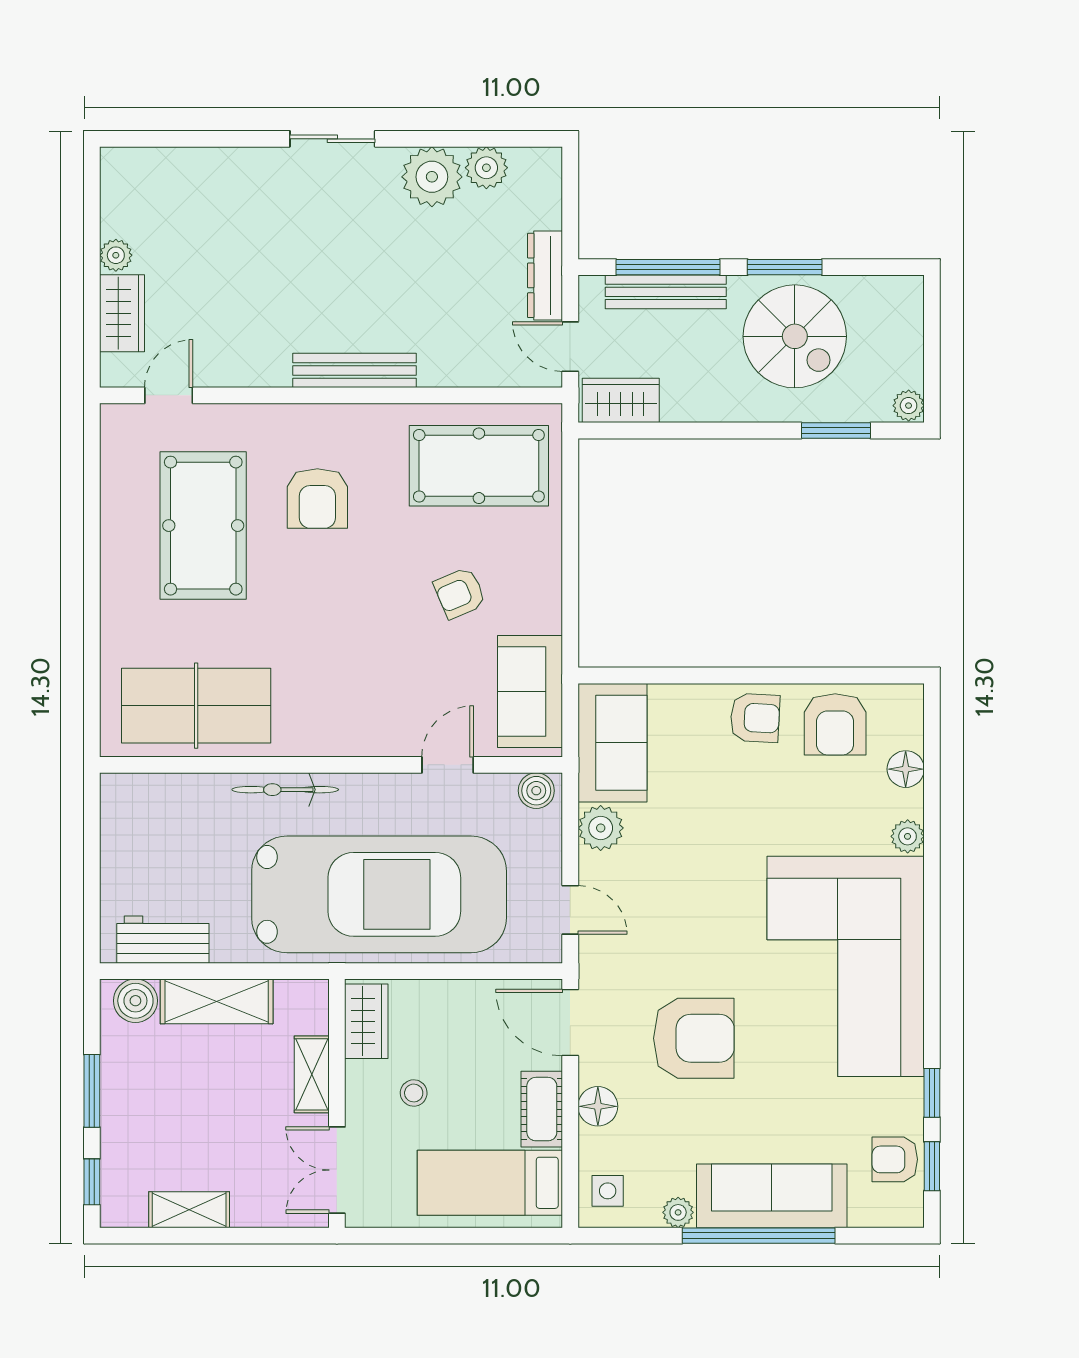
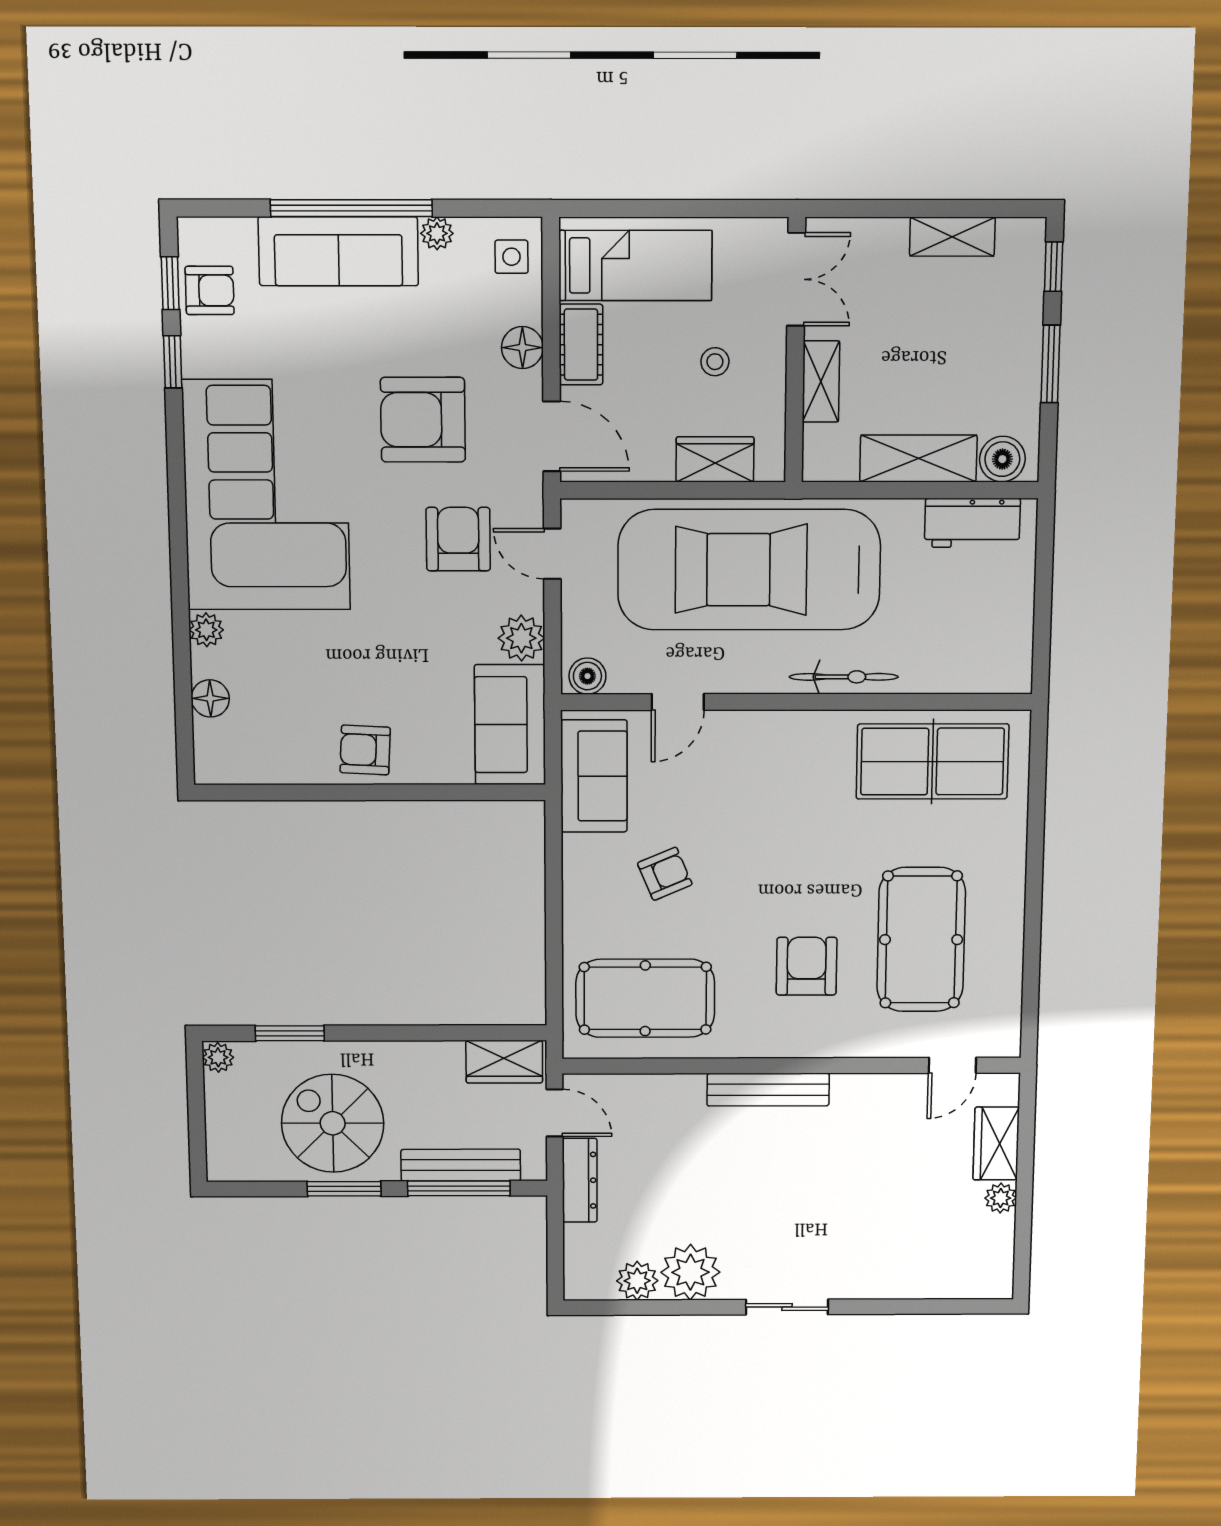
armchair: (835, 724) -> (458, 539), moved
wardrobe: (366, 1021) -> (715, 459), moved, turned 90

